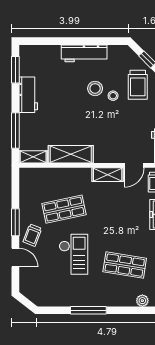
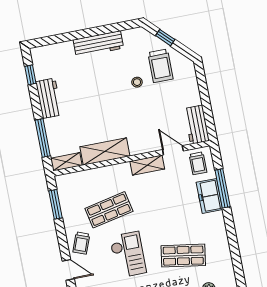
window: (15, 70) -> (30, 75), width x0.67
stool: (95, 88) -> (117, 78), removed
door: (134, 165) -> (173, 150), swing flipped
window: (15, 222) -> (56, 204), moved

